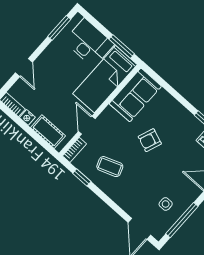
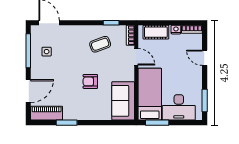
armchair: (150, 140) -> (90, 81), turned -111

